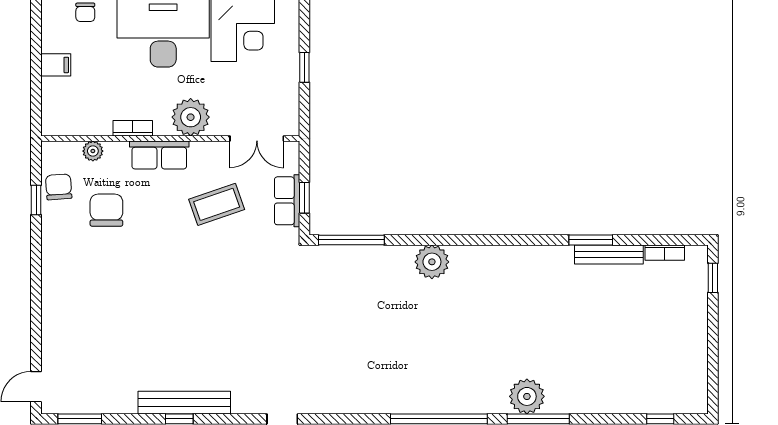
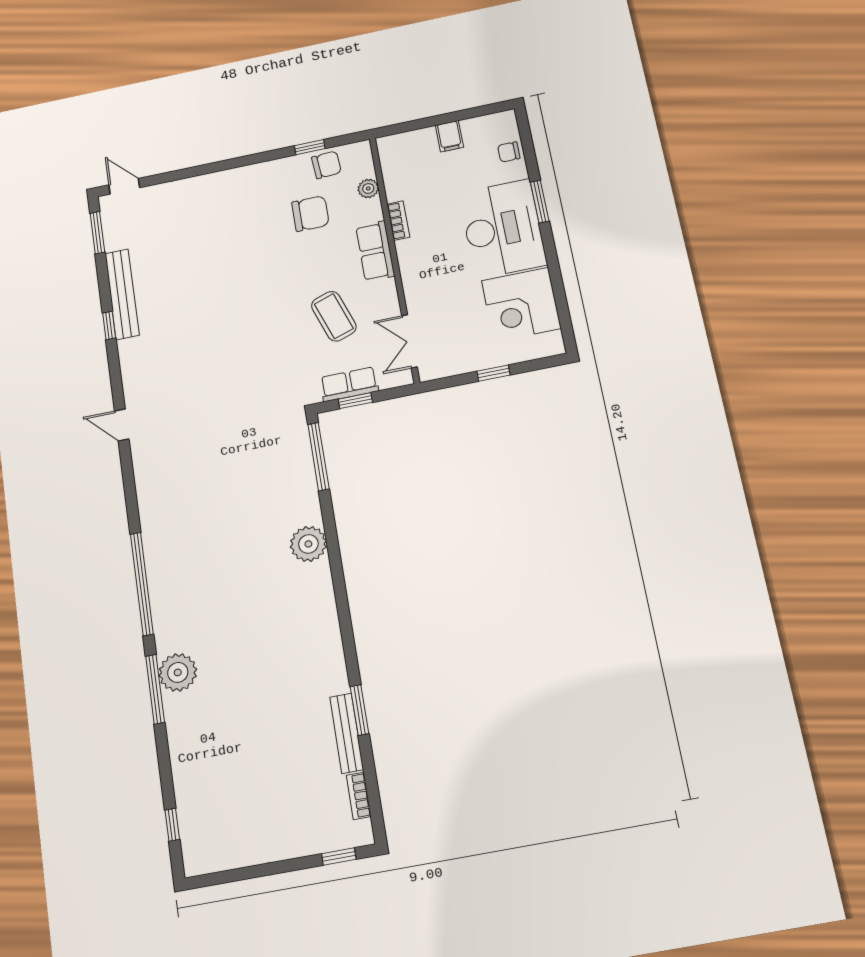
plant: (191, 117) -> (420, 273), removed
bench: (184, 403) -> (122, 294), moved

